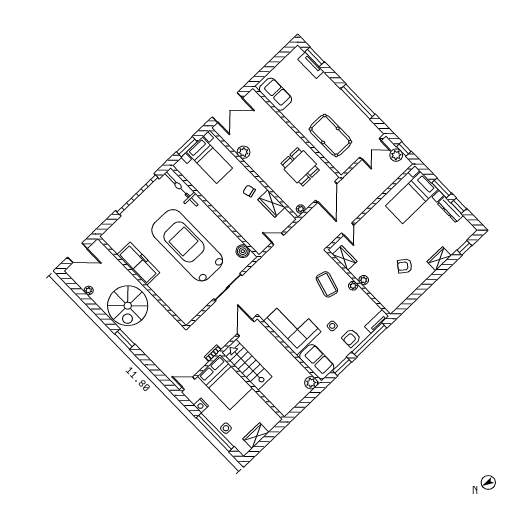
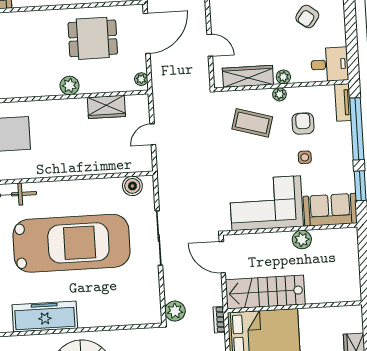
plant: (244, 152) -> (70, 86), moved
chair: (249, 191) -> (70, 120), removed
door: (326, 192) -> (147, 33), hinge flipped
car: (187, 245) -> (71, 243), turned 180
wardrobe: (345, 258) -> (248, 76), width x1.50
desk: (390, 298) -> (330, 64), added
plant: (198, 327) -> (175, 311), added
armchair: (351, 338) -> (303, 124), moved, turned 180
plant: (311, 383) -> (302, 240), moved

